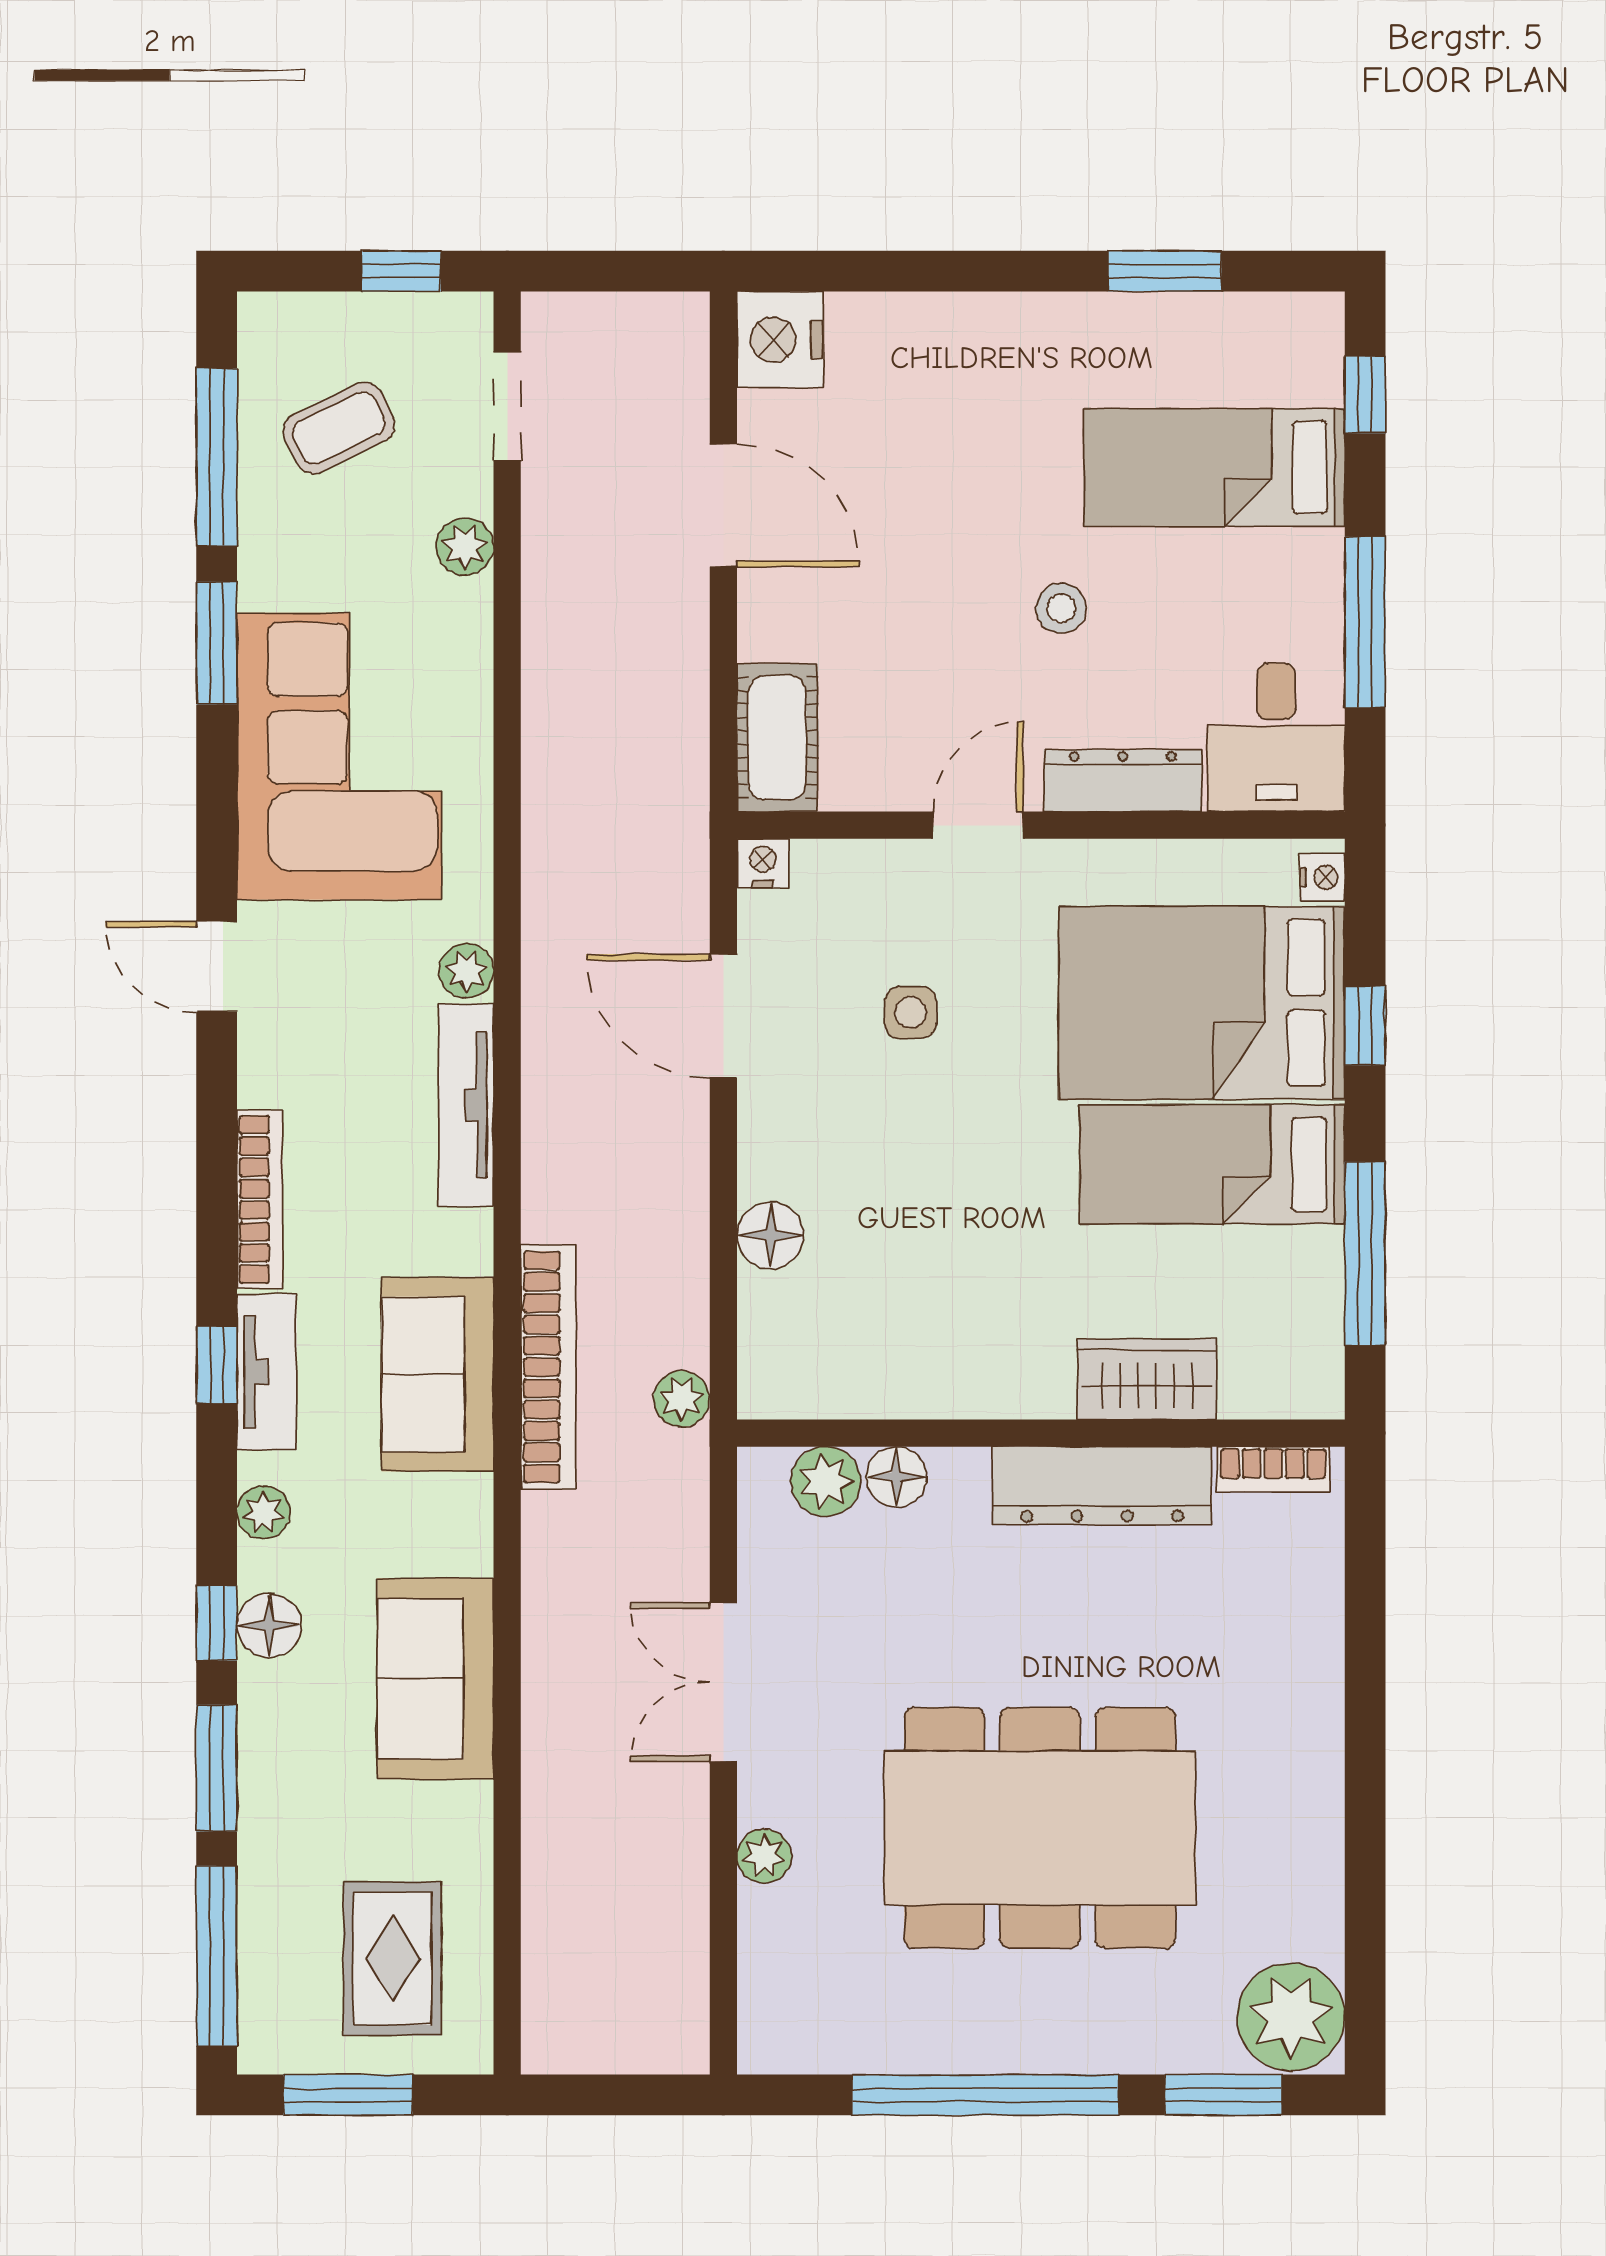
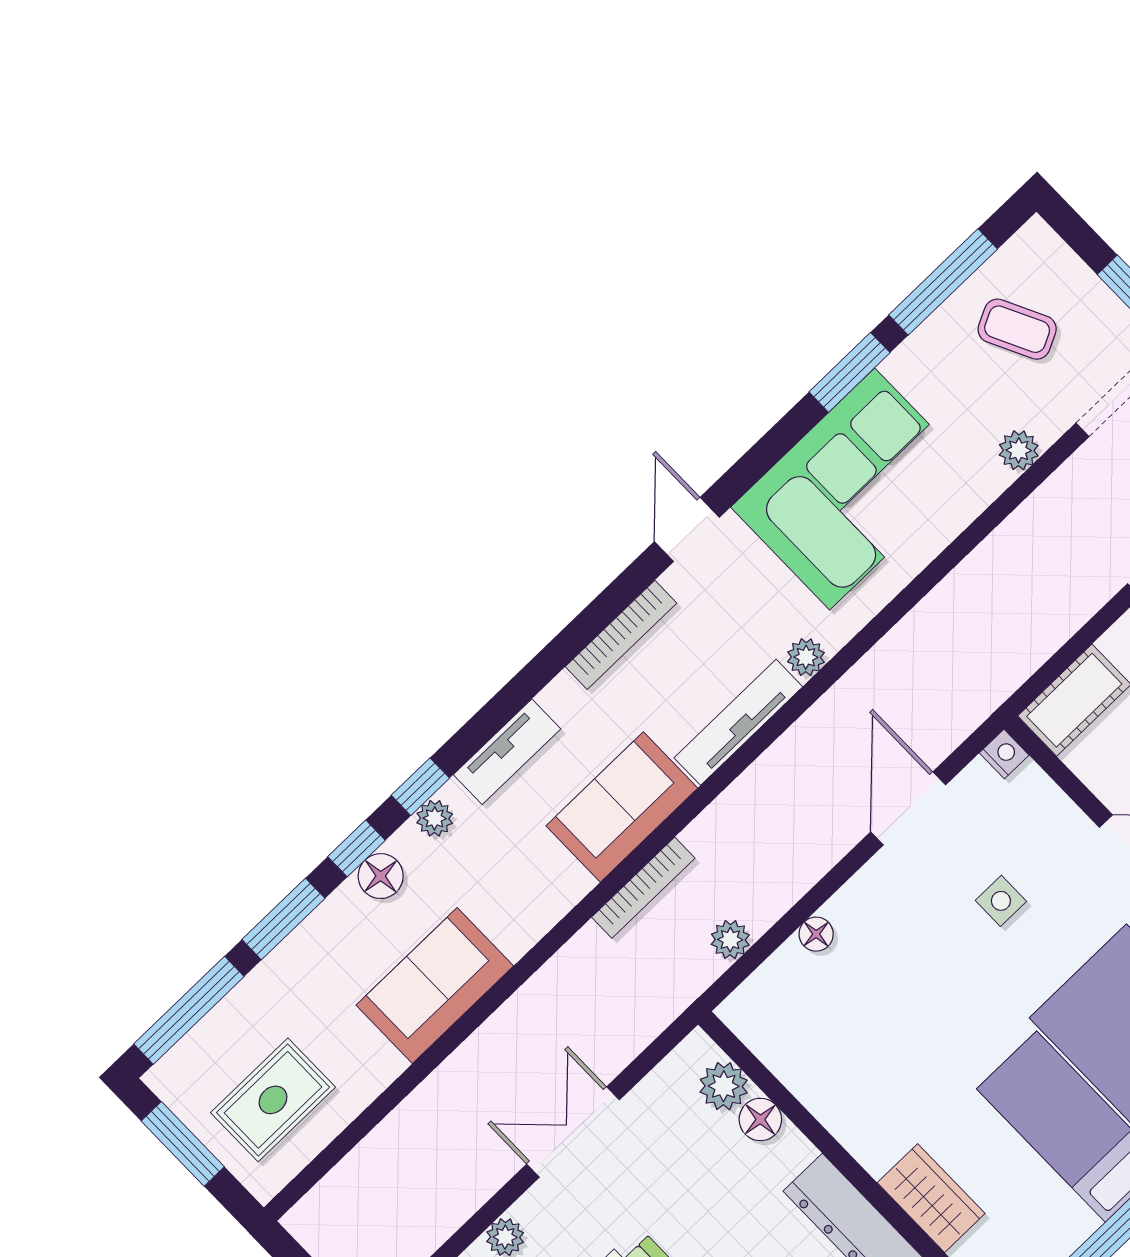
bookcase: (260, 1199) -> (621, 635), moved
floor lamp: (770, 1235) -> (816, 934), width x0.73, depth x0.73
window: (217, 1365) -> (420, 787), moved
bookcase: (548, 1367) -> (643, 888), width x0.68, depth x0.76
sofa: (438, 1374) -> (622, 807), moved
plant: (682, 1399) -> (730, 940), moved

